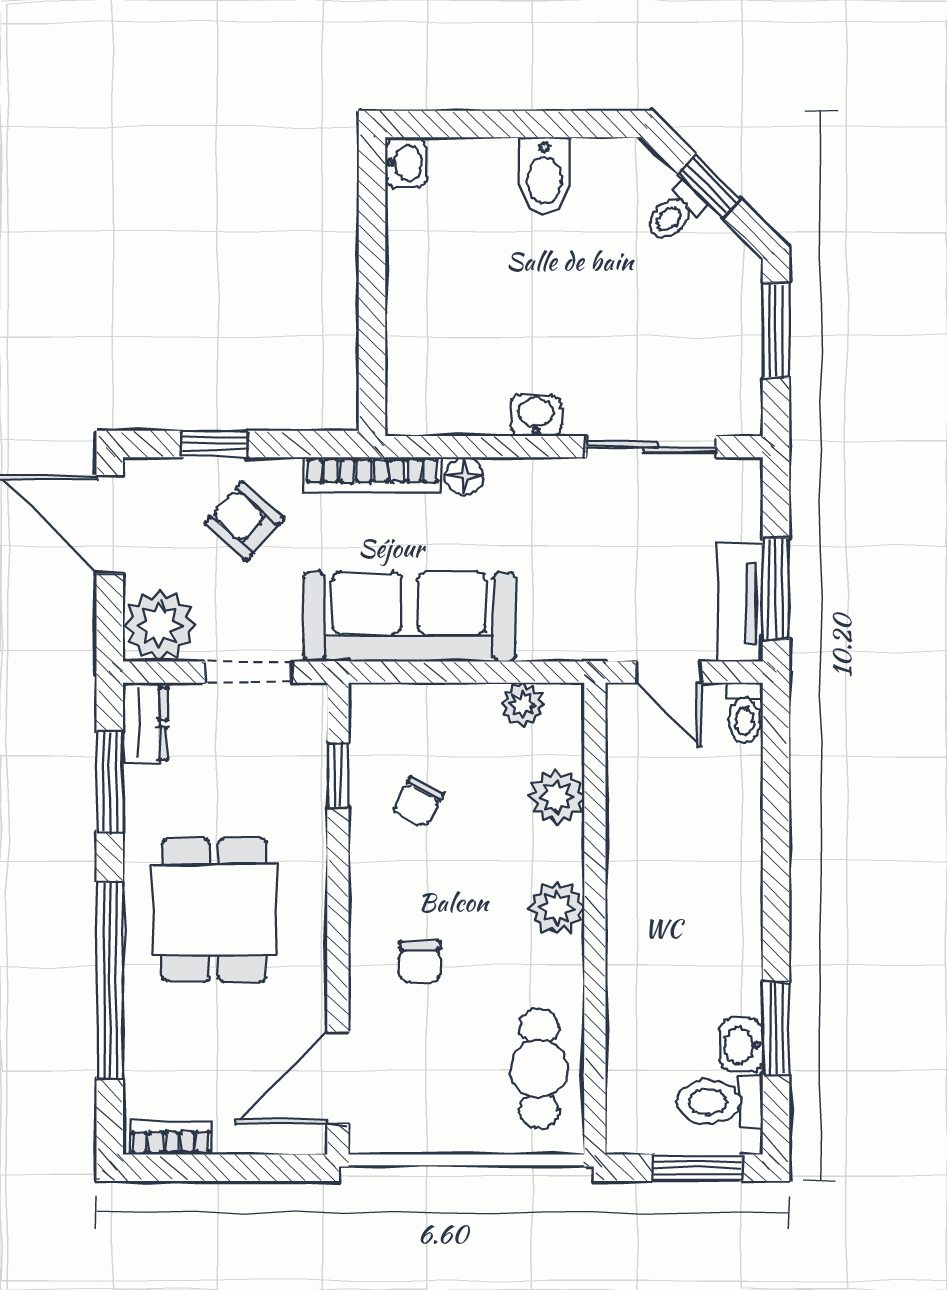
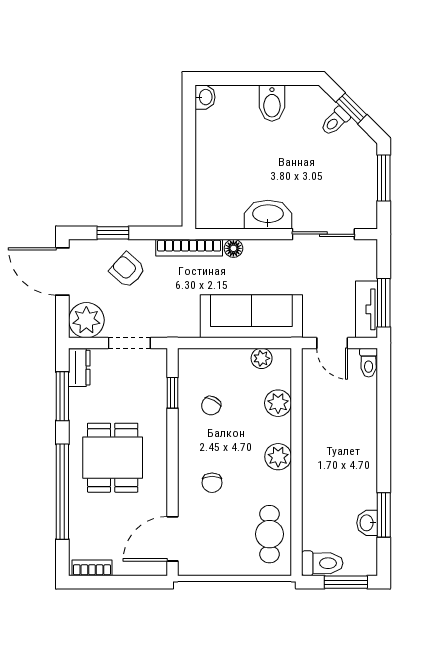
washbasin: (536, 415) -> (268, 215), width x1.91, depth x1.45
sofa: (409, 617) -> (251, 316), moved
toilet: (720, 1102) -> (322, 563), moved, turned 180

